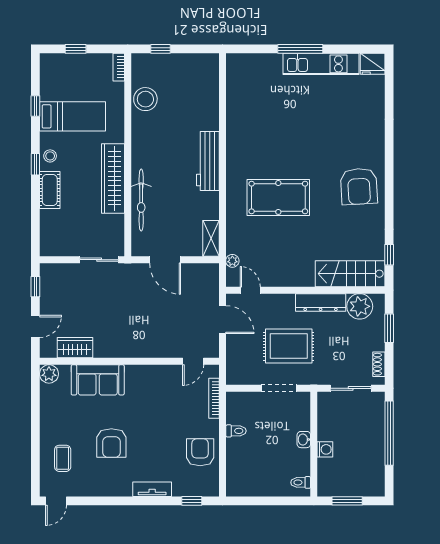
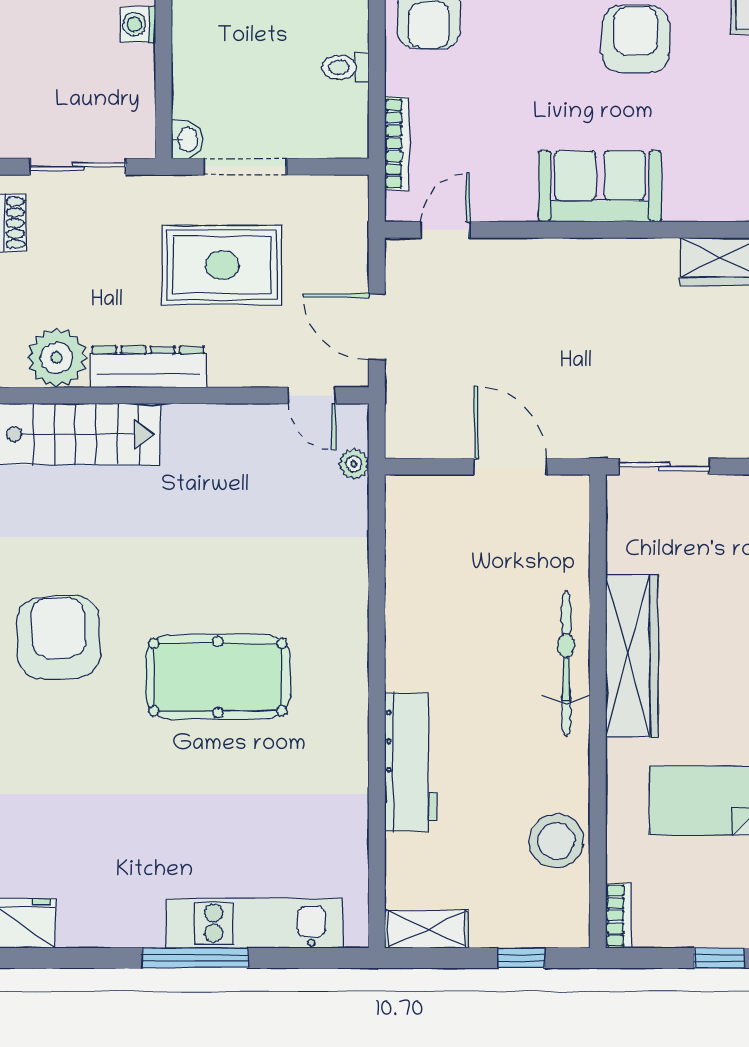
kitchen unit: (321, 64) -> (255, 923), moved
workbench: (208, 161) -> (411, 762), moved
pool table: (278, 197) -> (218, 677), moved
bicycle: (141, 200) -> (566, 663), moved
shelving: (211, 238) -> (426, 929), moved, turned 90
sofa: (98, 380) -> (600, 186), moved
washbasin: (304, 440) -> (187, 139), moved

